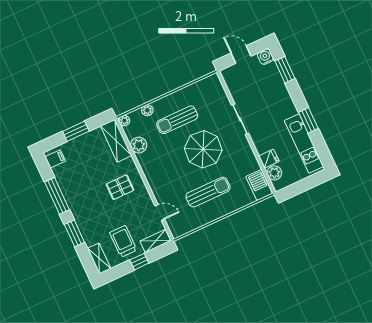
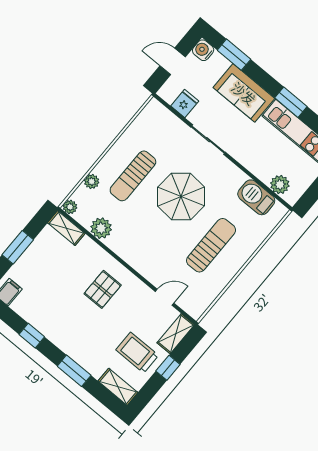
sofa: (279, 99) -> (244, 93), added
shelving: (116, 141) -> (66, 228), width x0.67, depth x0.75
fridge: (269, 159) -> (185, 103), moved
barbecue: (259, 185) -> (256, 197), moved
window: (57, 196) -> (32, 336), width x0.46

